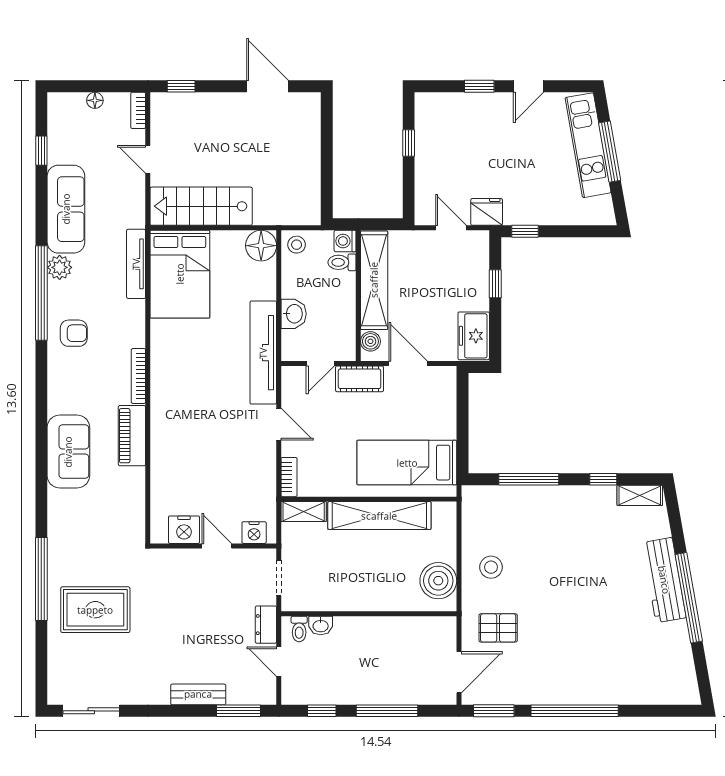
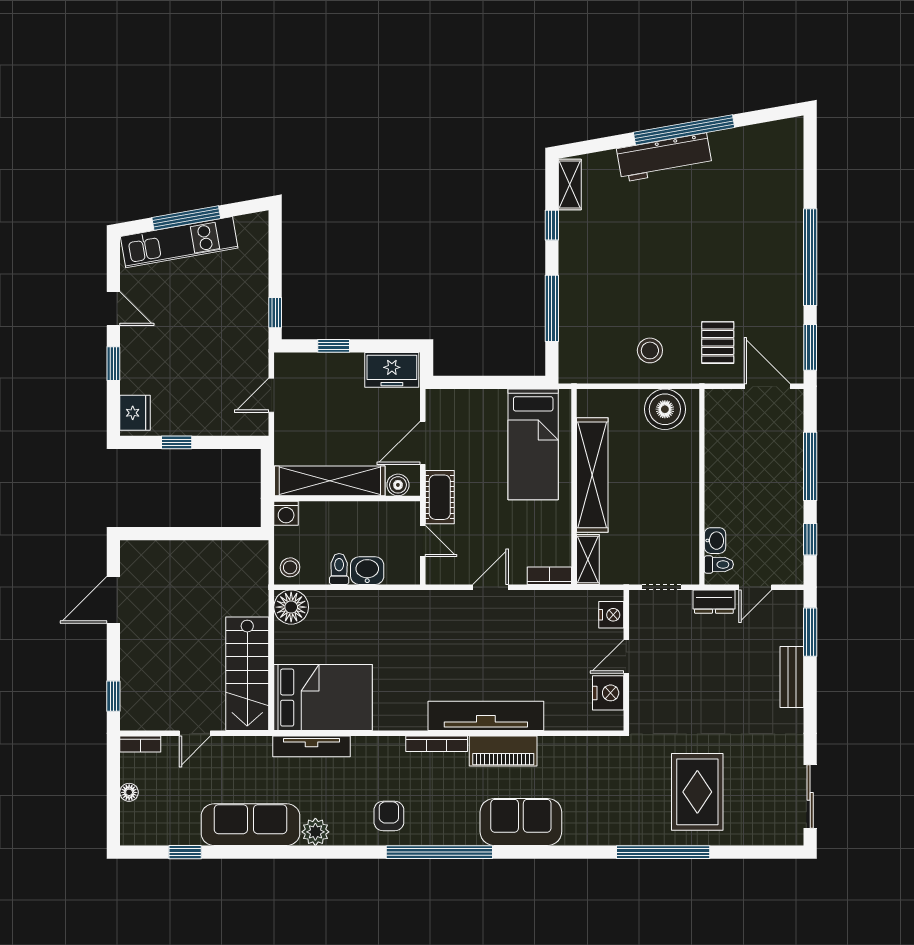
fridge: (487, 212) -> (135, 413), moved, turned 180
toilet: (342, 262) -> (339, 569), moved, turned 180
window: (41, 293) -> (439, 852), moved
tv unit: (263, 353) -> (486, 716), moved, turned 180

